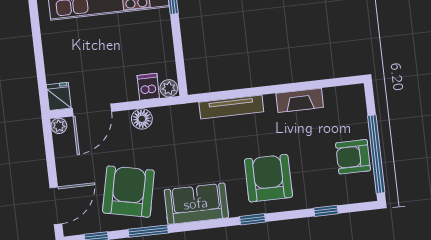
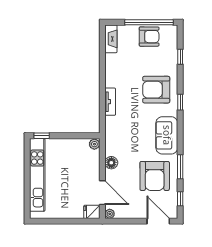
dishwasher: (148, 87) -> (92, 157), removed
fireplace: (300, 100) -> (111, 39), moved
tv unit: (231, 107) -> (110, 102), width x0.71
armchair: (353, 157) -> (149, 37), turned -90
armchair: (128, 192) -> (155, 176), turned -102

